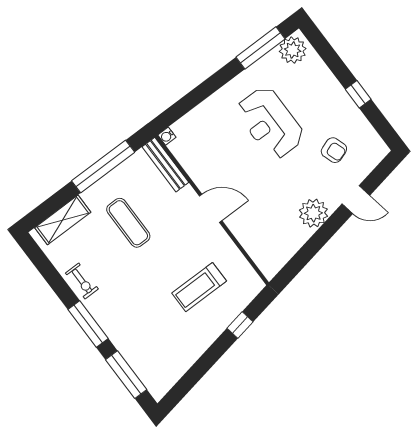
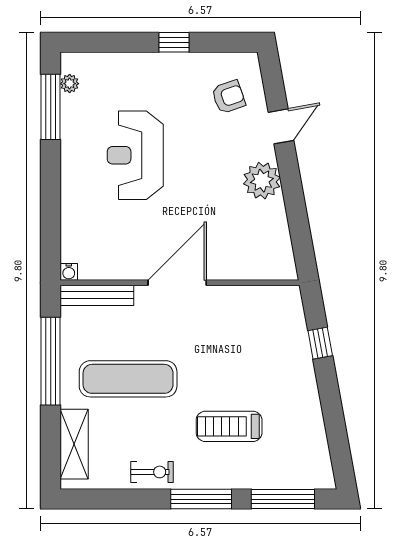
plant: (293, 50) -> (70, 84), width x0.53, depth x0.53
reception desk: (270, 123) -> (135, 155), turned 90
armchair: (334, 150) -> (229, 97), moved
door: (211, 208) -> (177, 283), width x1.36
exercise mat: (128, 223) -> (128, 379), width x1.36, depth x1.45
treadmill: (199, 287) -> (229, 426), moved, turned 90

